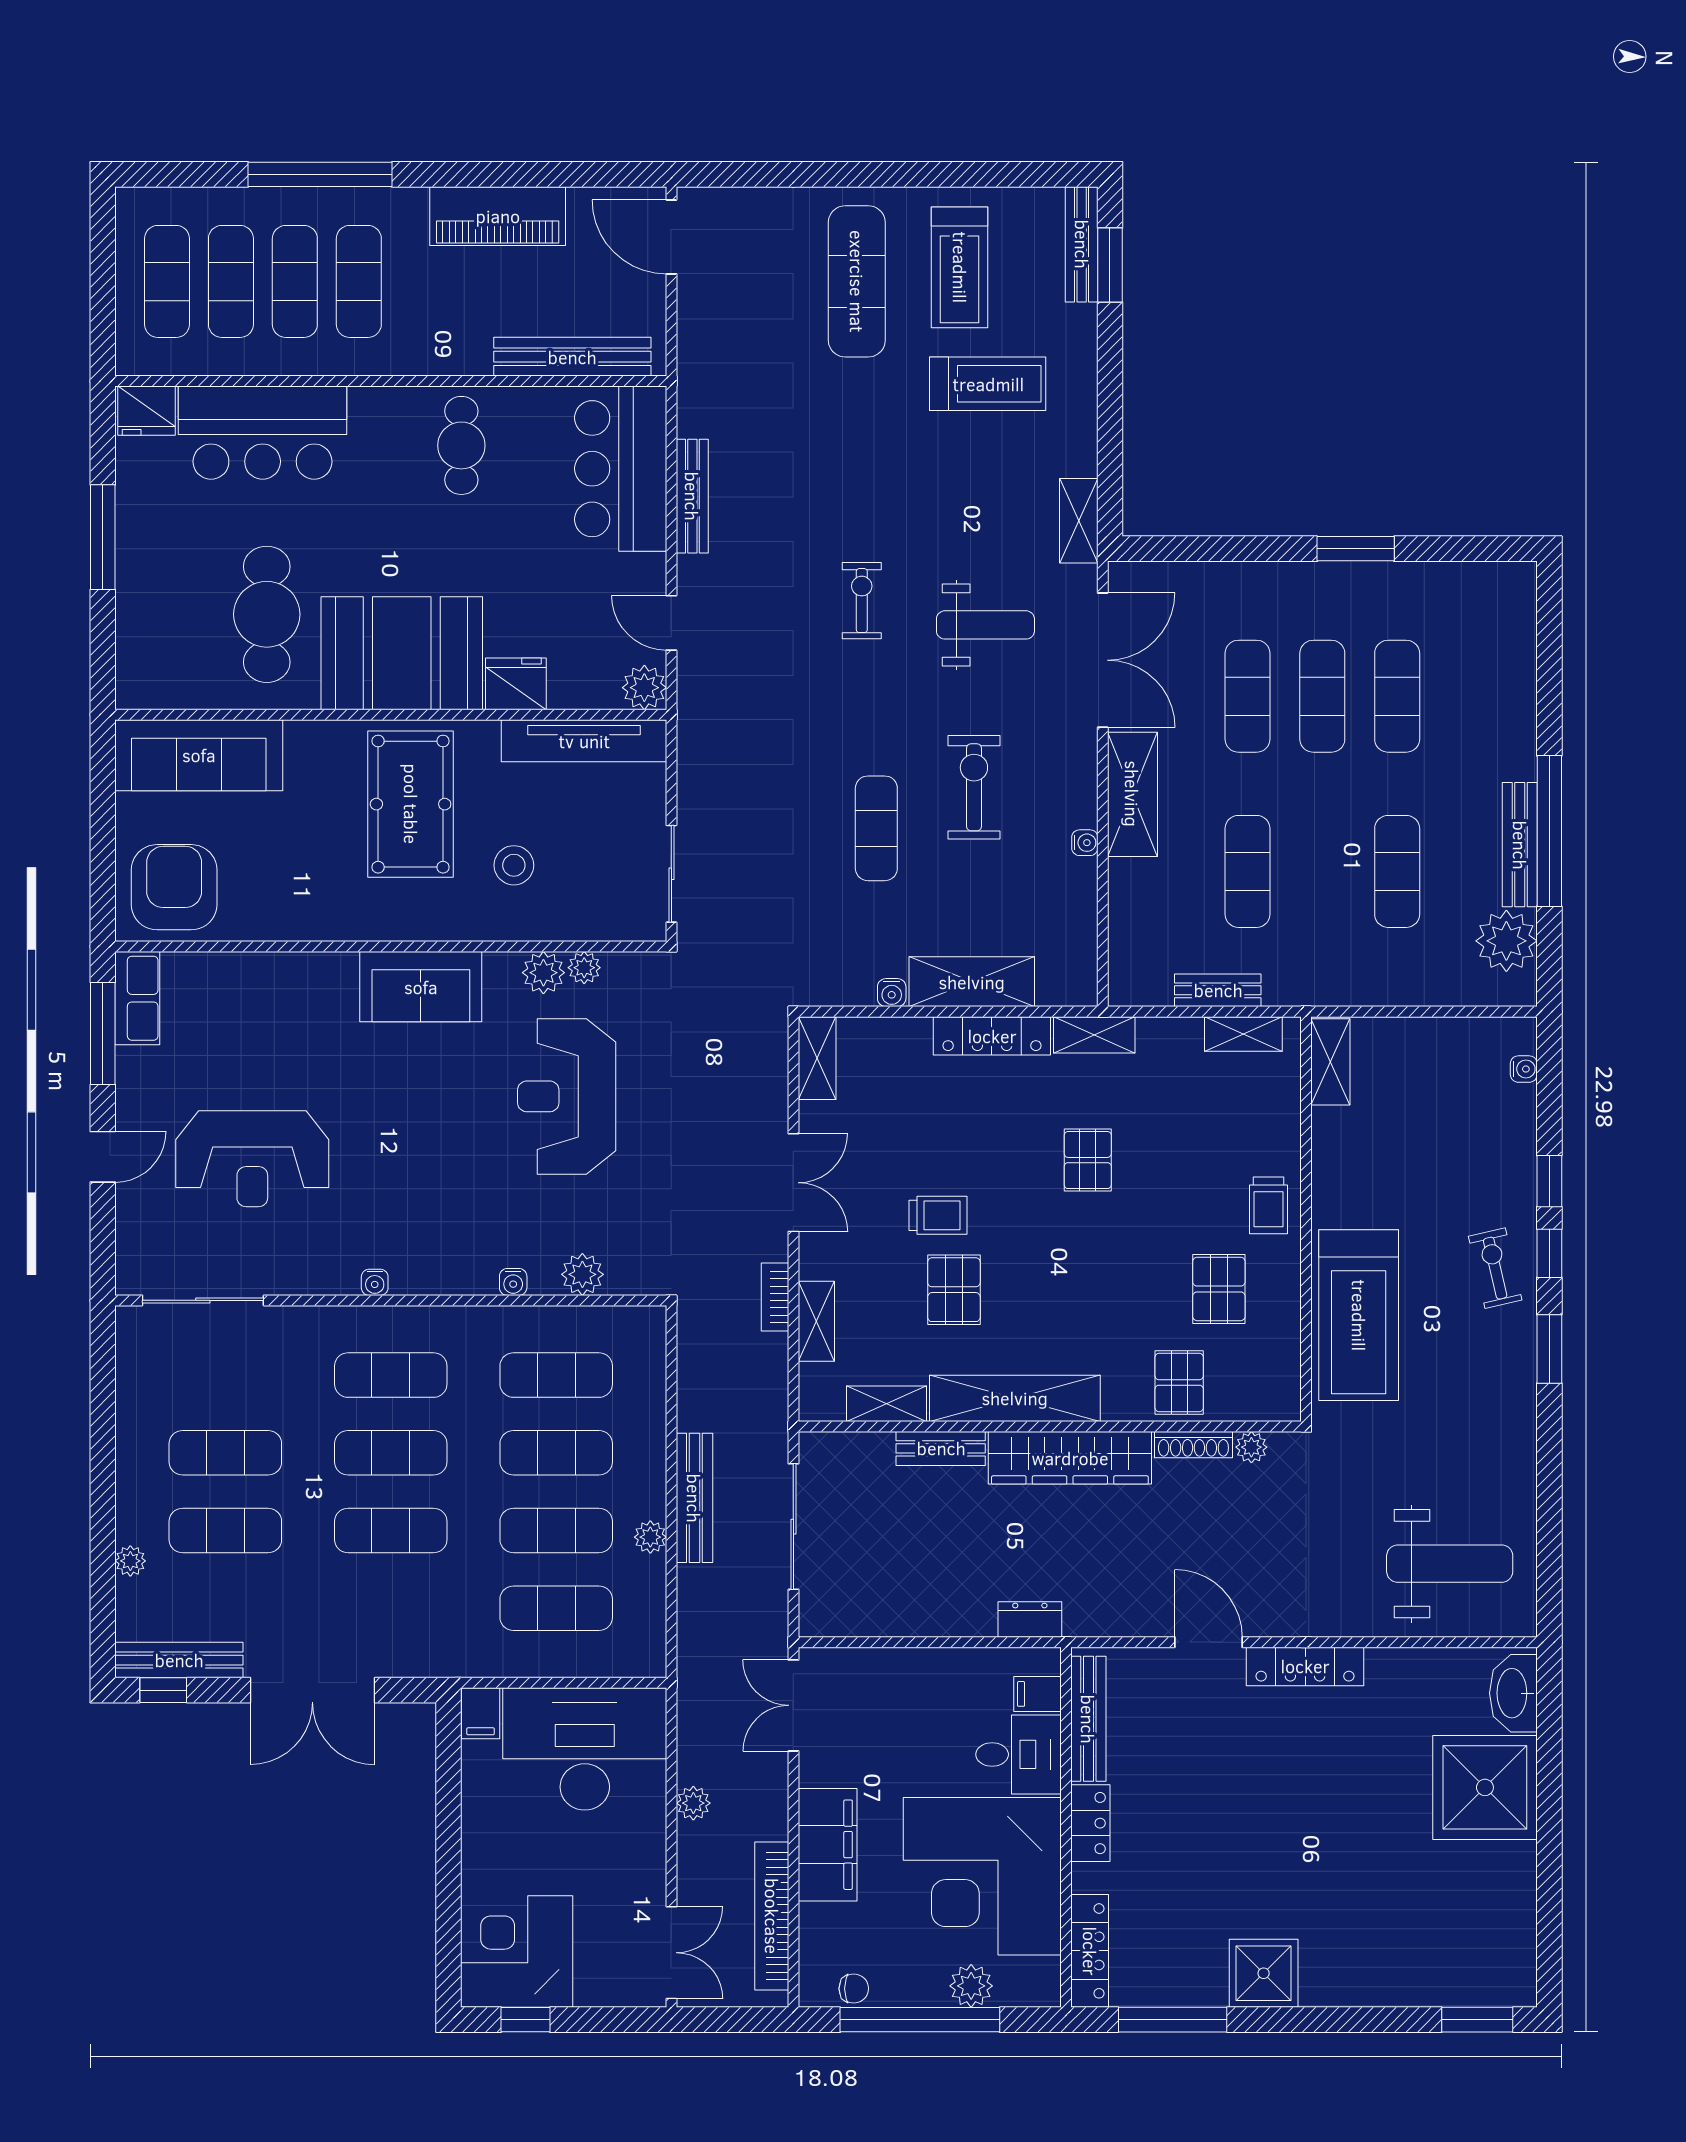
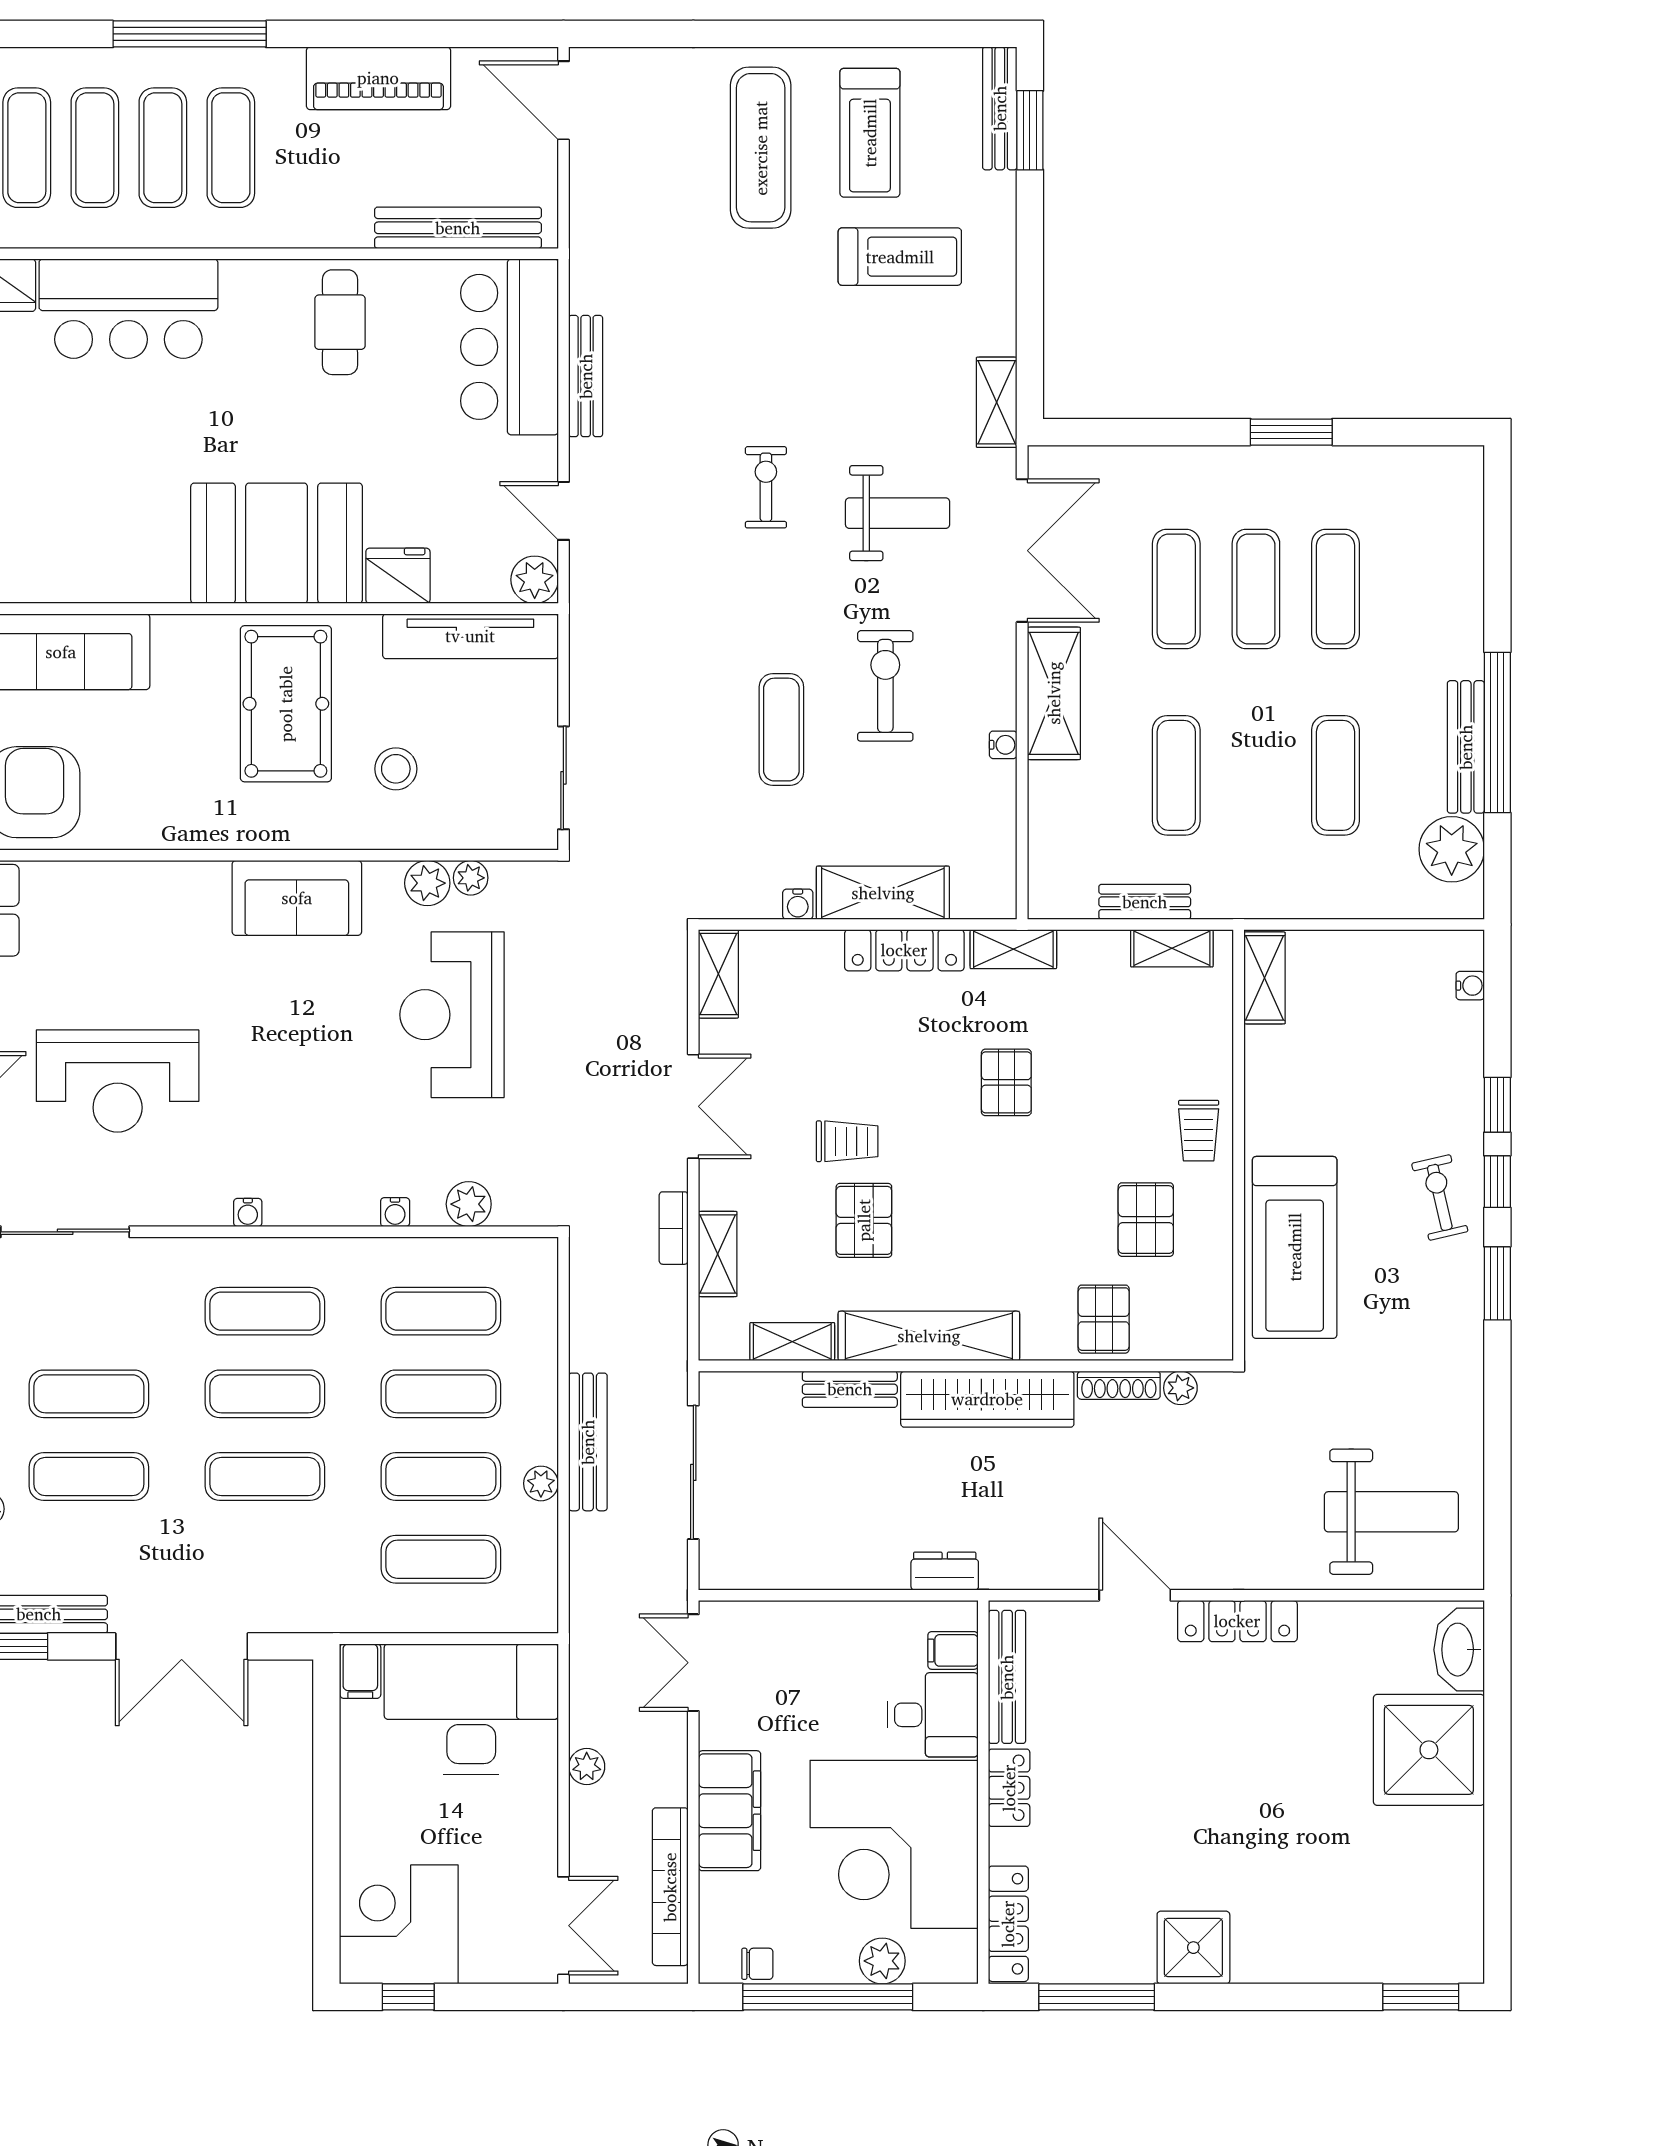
cafe table: (267, 614) -> (133, 502), removed

